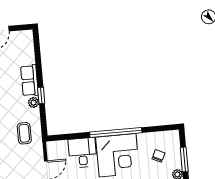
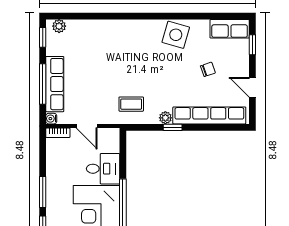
row of seats: (29, 81) -> (209, 115), width x2.02

